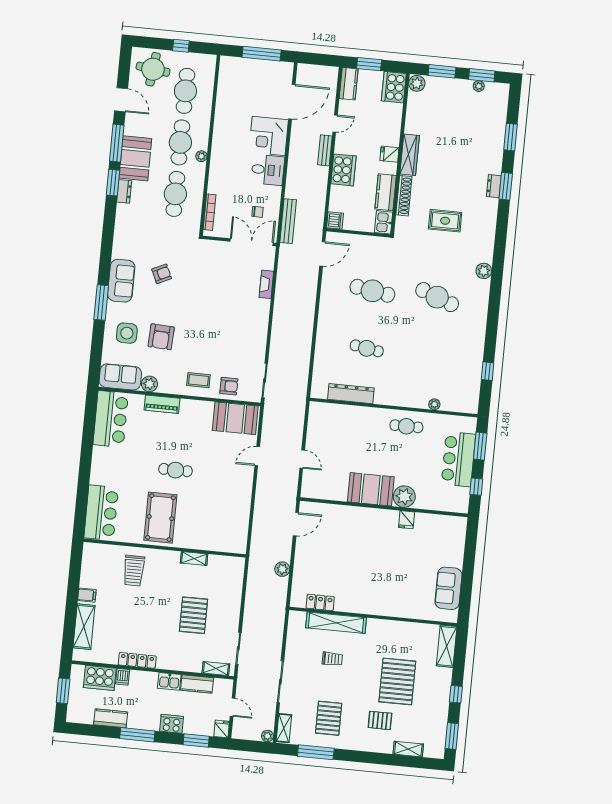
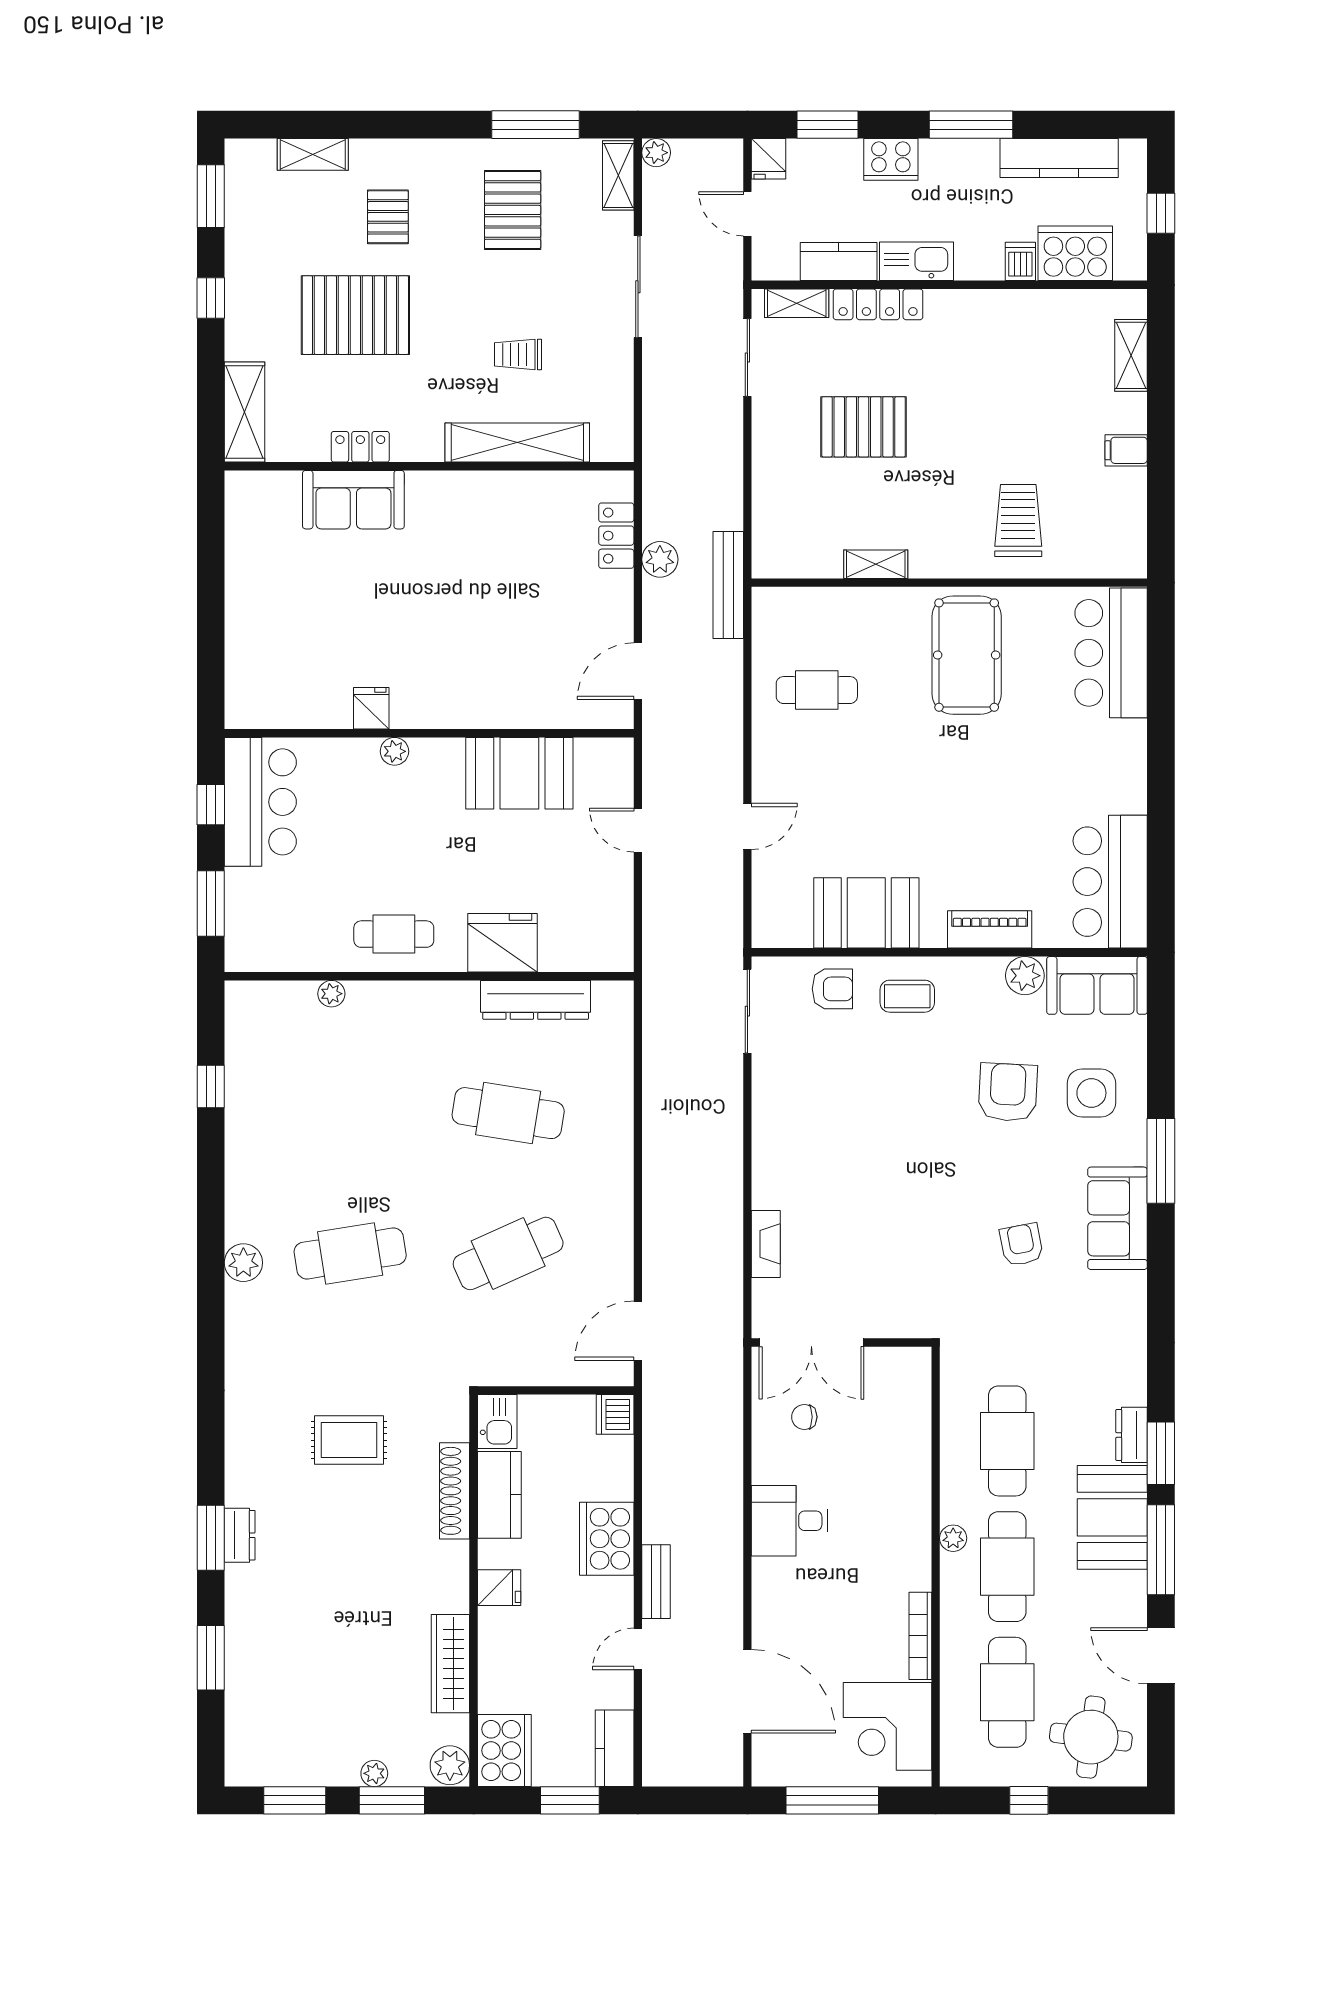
plant: (479, 86) -> (374, 1773), moved
door: (292, 102) -> (747, 1691), swing flipped
corner desk: (269, 136) -> (887, 1726), moved, turned 180
wardrobe: (410, 155) -> (450, 1664), moved
bookcase: (210, 212) -> (920, 1636), moved
bench: (288, 221) -> (728, 585), moved
plant: (484, 271) -> (243, 1263), moved
armchair: (162, 274) -> (1021, 1245), turned 104
cafe table: (372, 291) -> (508, 1253), turned -33
cafe table: (437, 297) -> (350, 1253), turned -30
cafe table: (367, 348) -> (508, 1113), width x1.37, depth x1.35
armchair: (229, 386) -> (832, 989), turned 180
booth: (235, 418) -> (866, 913), moved
fridge: (362, 418) -> (502, 943), added
bar counter: (458, 459) -> (260, 802), moved
cafe table: (176, 470) -> (817, 690), moved
booth: (371, 489) -> (519, 773), moved
plant: (404, 497) -> (394, 751), width x0.53, depth x0.53
sofa: (448, 588) -> (353, 500), moved, turned 90
locker: (320, 602) -> (616, 536), moved, turned 90
pallet: (193, 615) -> (864, 427), turned 90
shelving: (84, 627) -> (1131, 355), width x0.67, depth x0.75
locker: (401, 627) -> (360, 447), added
locker: (137, 660) -> (878, 304), moved
kitchen sink: (169, 681) -> (917, 261), width x1.38
pallet: (397, 681) -> (355, 315), turned 90
window: (63, 691) -> (1161, 213), width x0.67
kitchen counter: (111, 718) -> (1059, 158), width x1.50
pallet: (380, 720) -> (388, 217), turned 90

